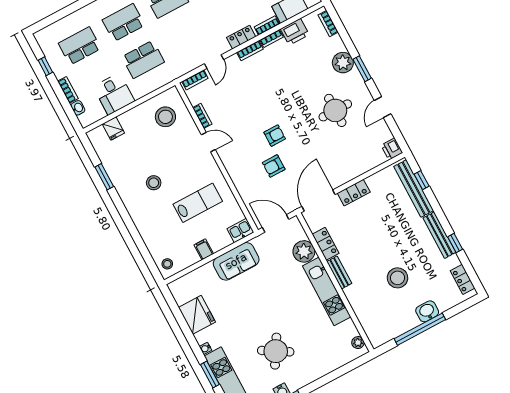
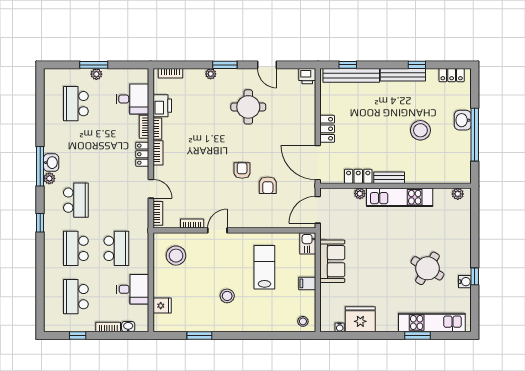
plant: (343, 63) -> (211, 74), width x0.53, depth x0.53
plant: (304, 251) -> (360, 194), width x0.53, depth x0.53
water cooler: (205, 348) -> (340, 327), moved

